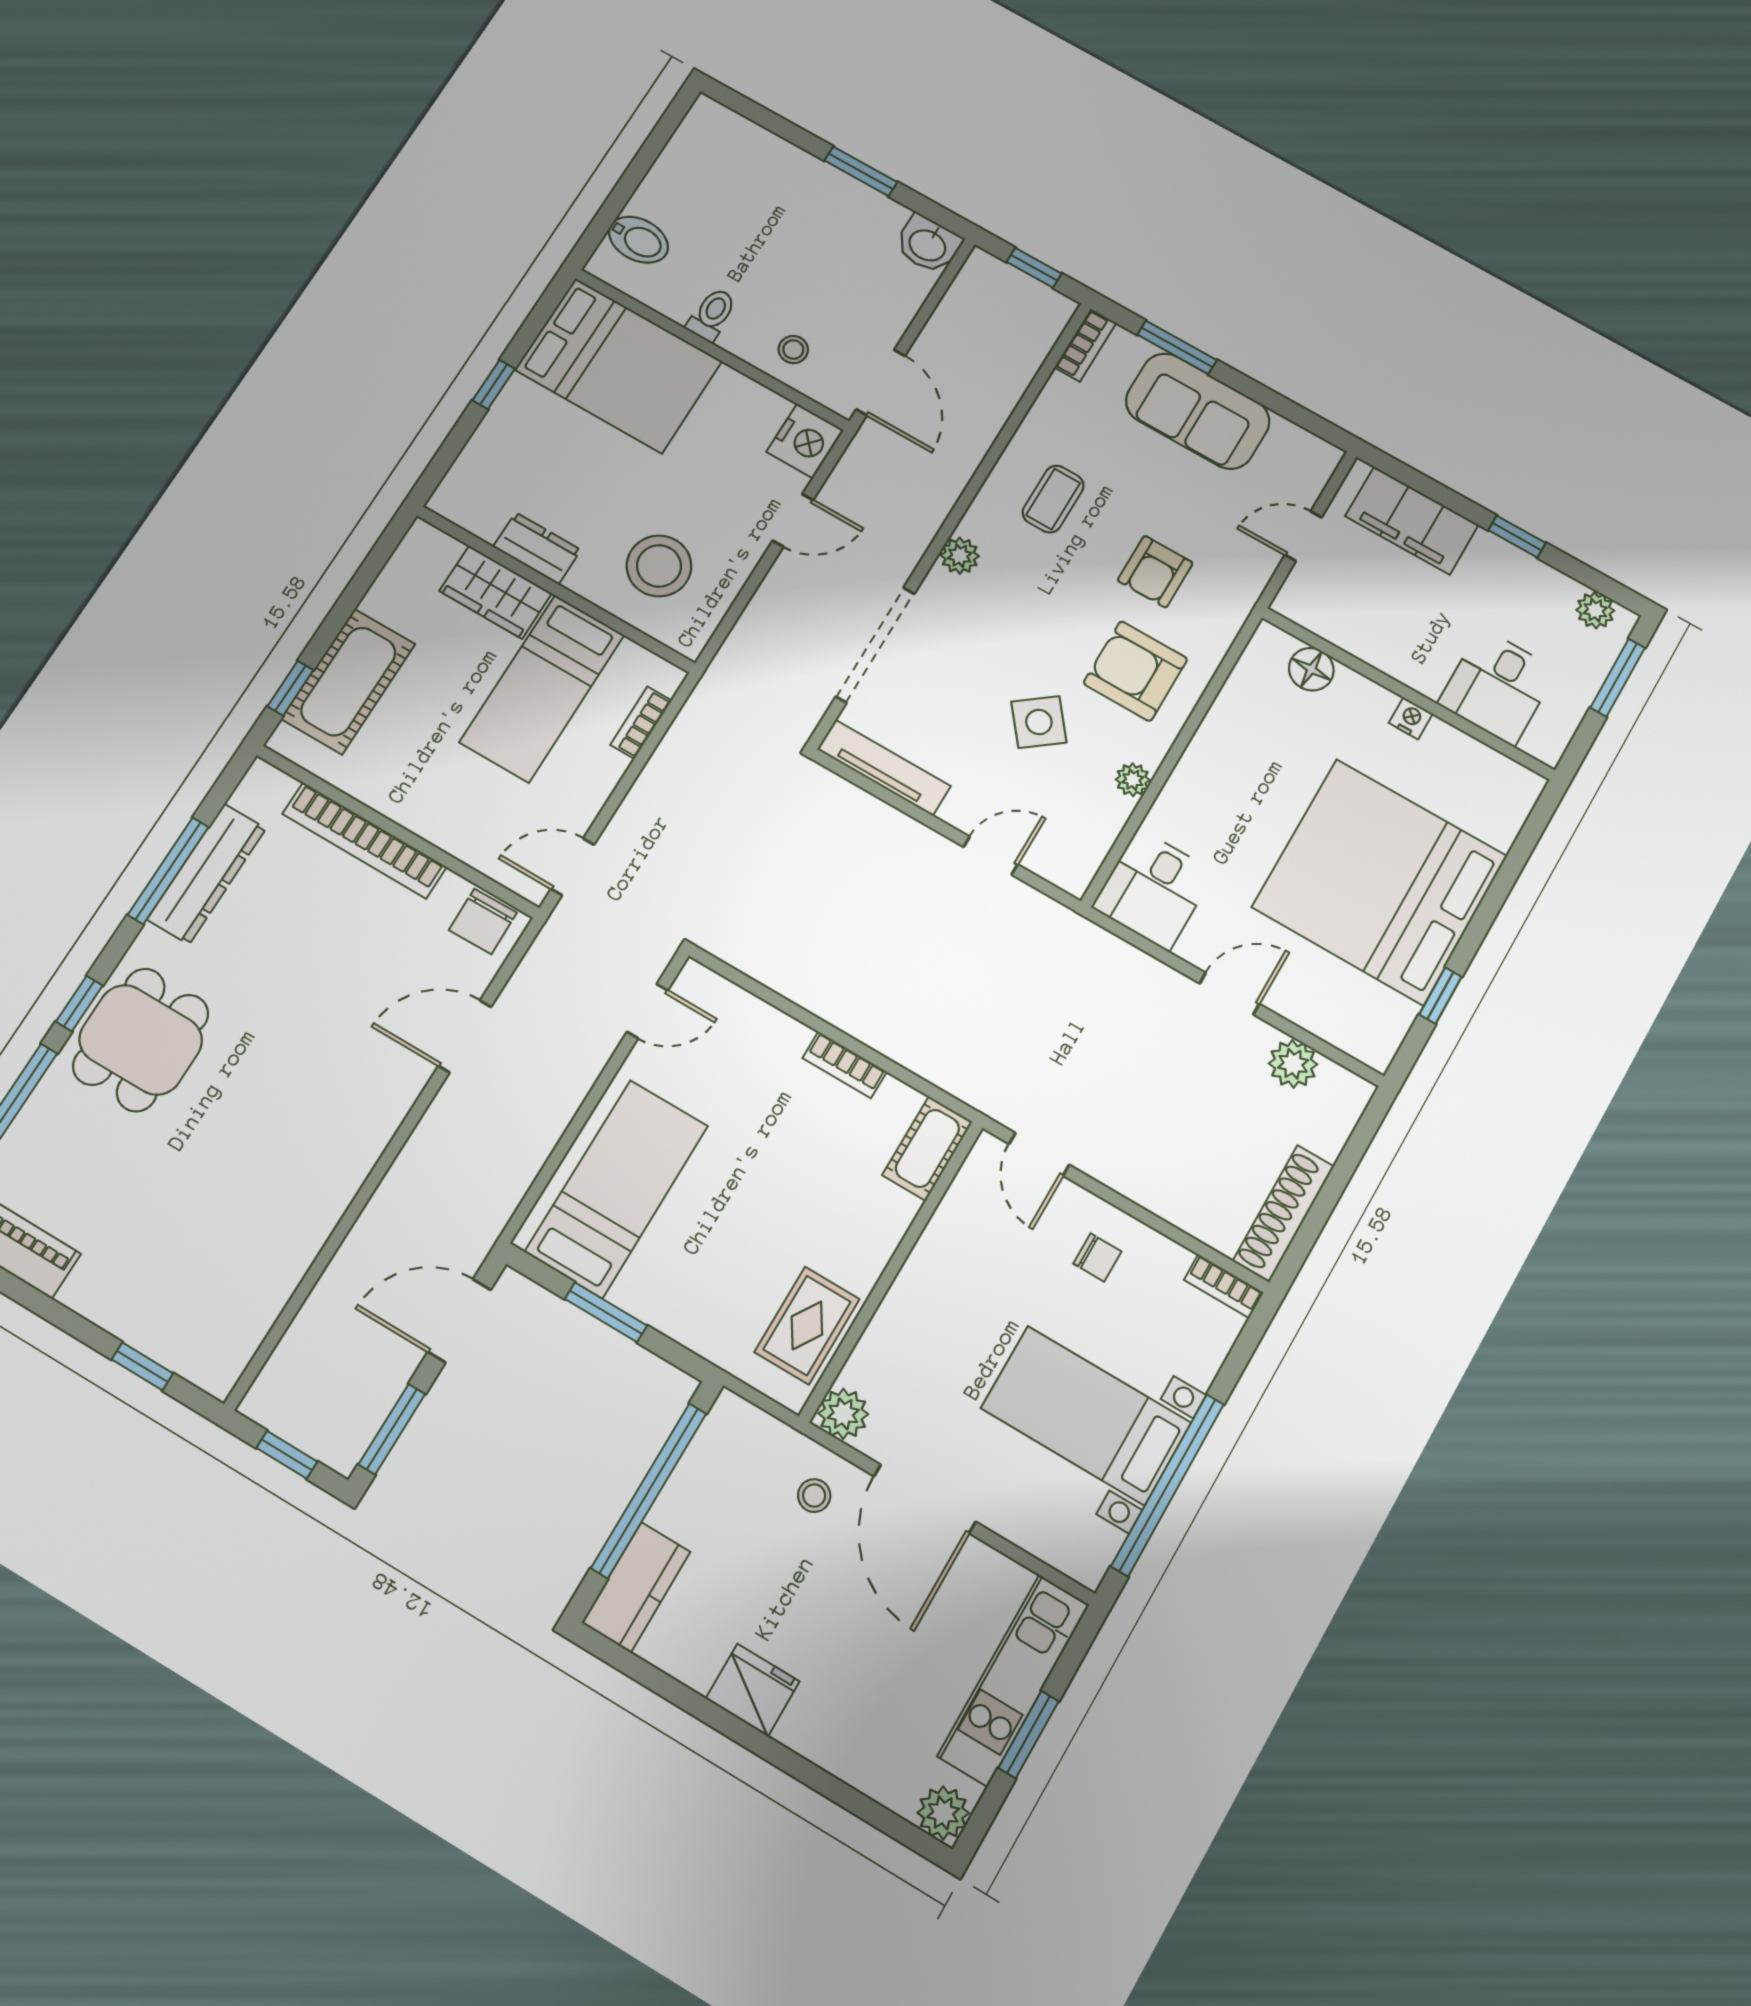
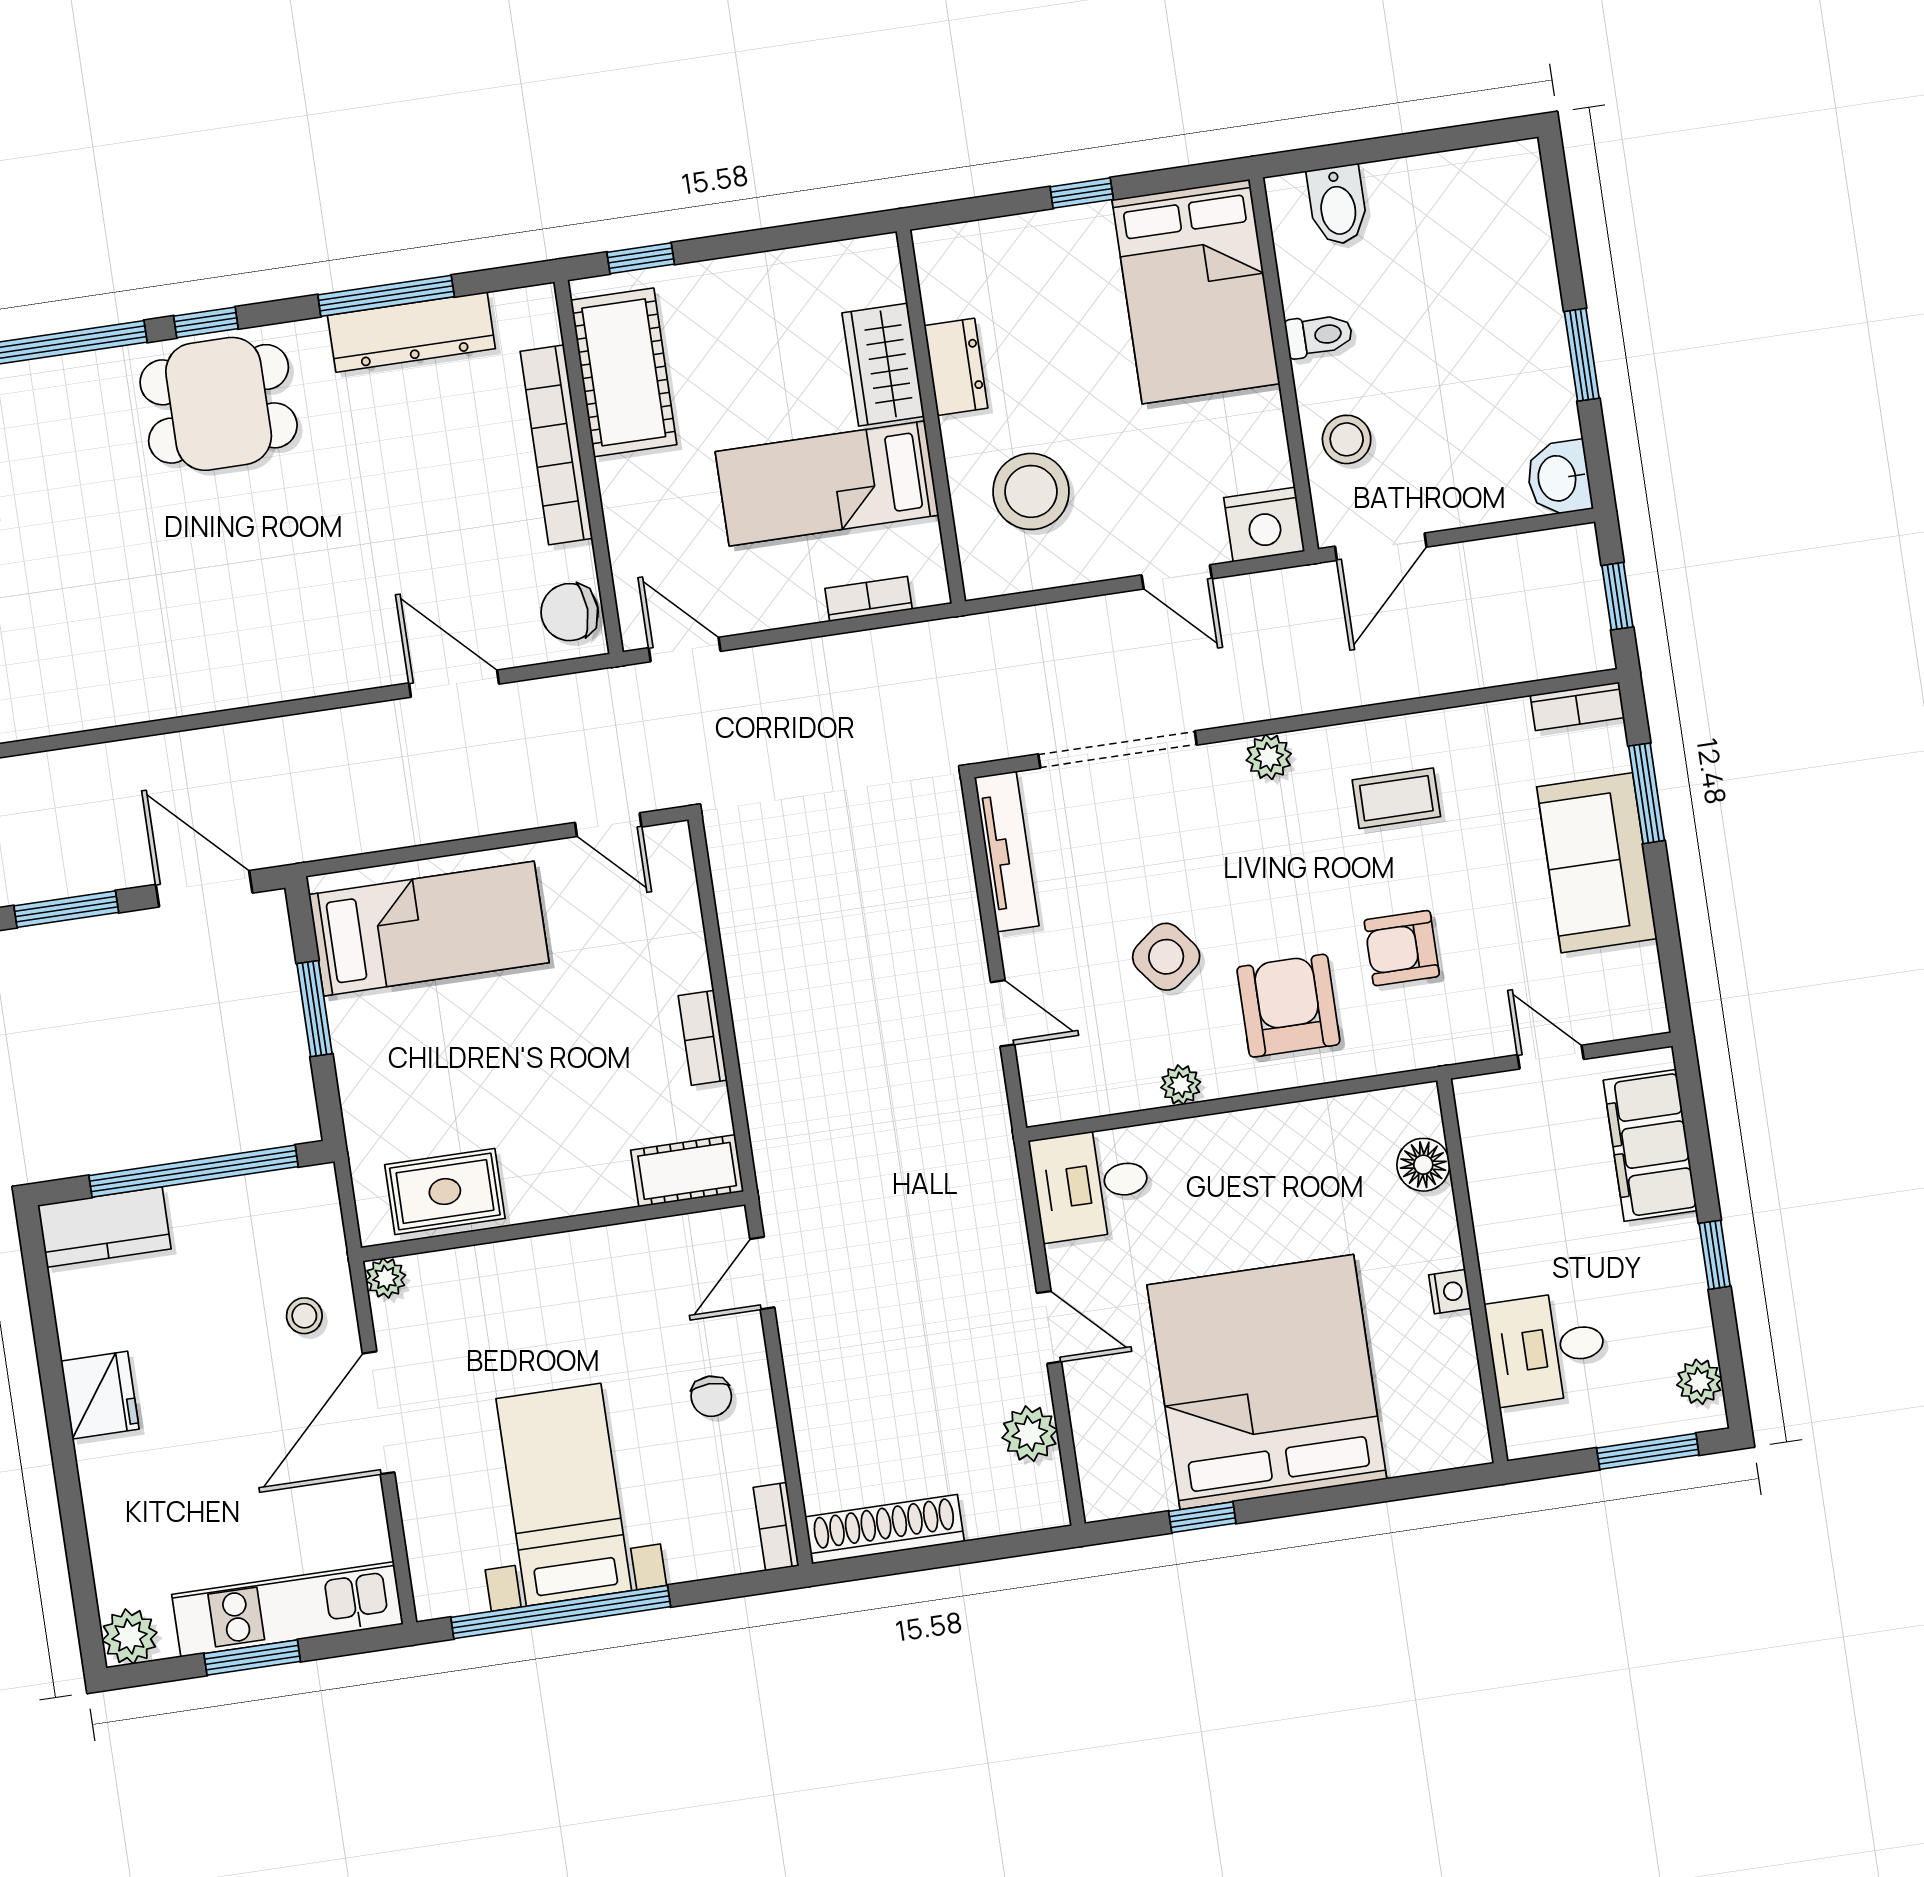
stool: (793, 350) -> (1347, 439), width x1.37, depth x1.37
cot: (348, 681) -> (624, 372), moved, turned 90
plant: (843, 1414) -> (386, 1278), width x0.73, depth x0.73

